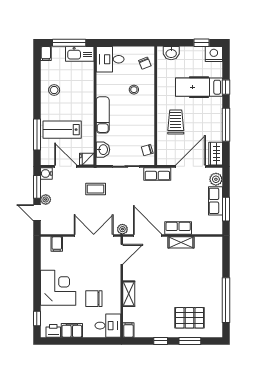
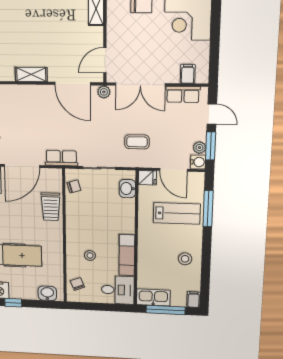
exam couch: (103, 115) -> (127, 255), moved
trolley: (176, 122) -> (51, 207), moved
plant: (46, 199) -> (199, 148), moved
row of seats: (178, 228) -> (183, 94), moved

